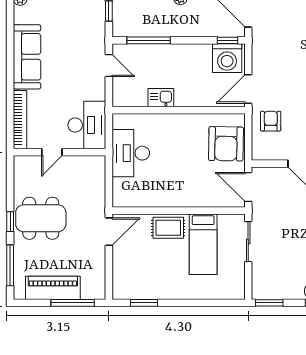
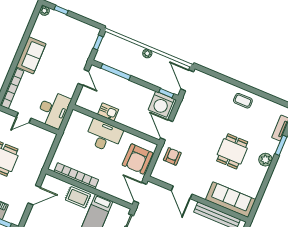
sofa: (27, 57) -> (31, 55), width x0.73
door: (248, 89) -> (167, 130), hinge flipped
desk: (131, 153) -> (104, 136), moved, turned 90
bookcase: (154, 200) -> (76, 176), added
door: (109, 232) -> (34, 195), moved

